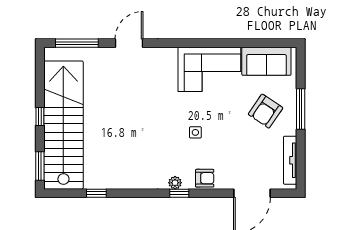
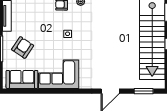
window: (77, 43) -> (144, 91), width x0.69

